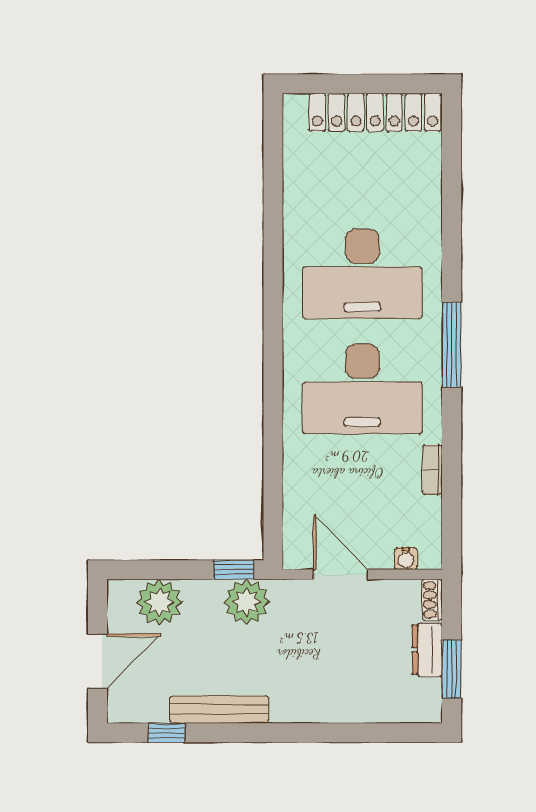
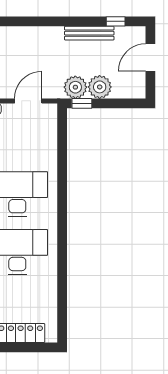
door: (341, 574) -> (28, 101), swing flipped
plant: (159, 602) -> (100, 87), moved

